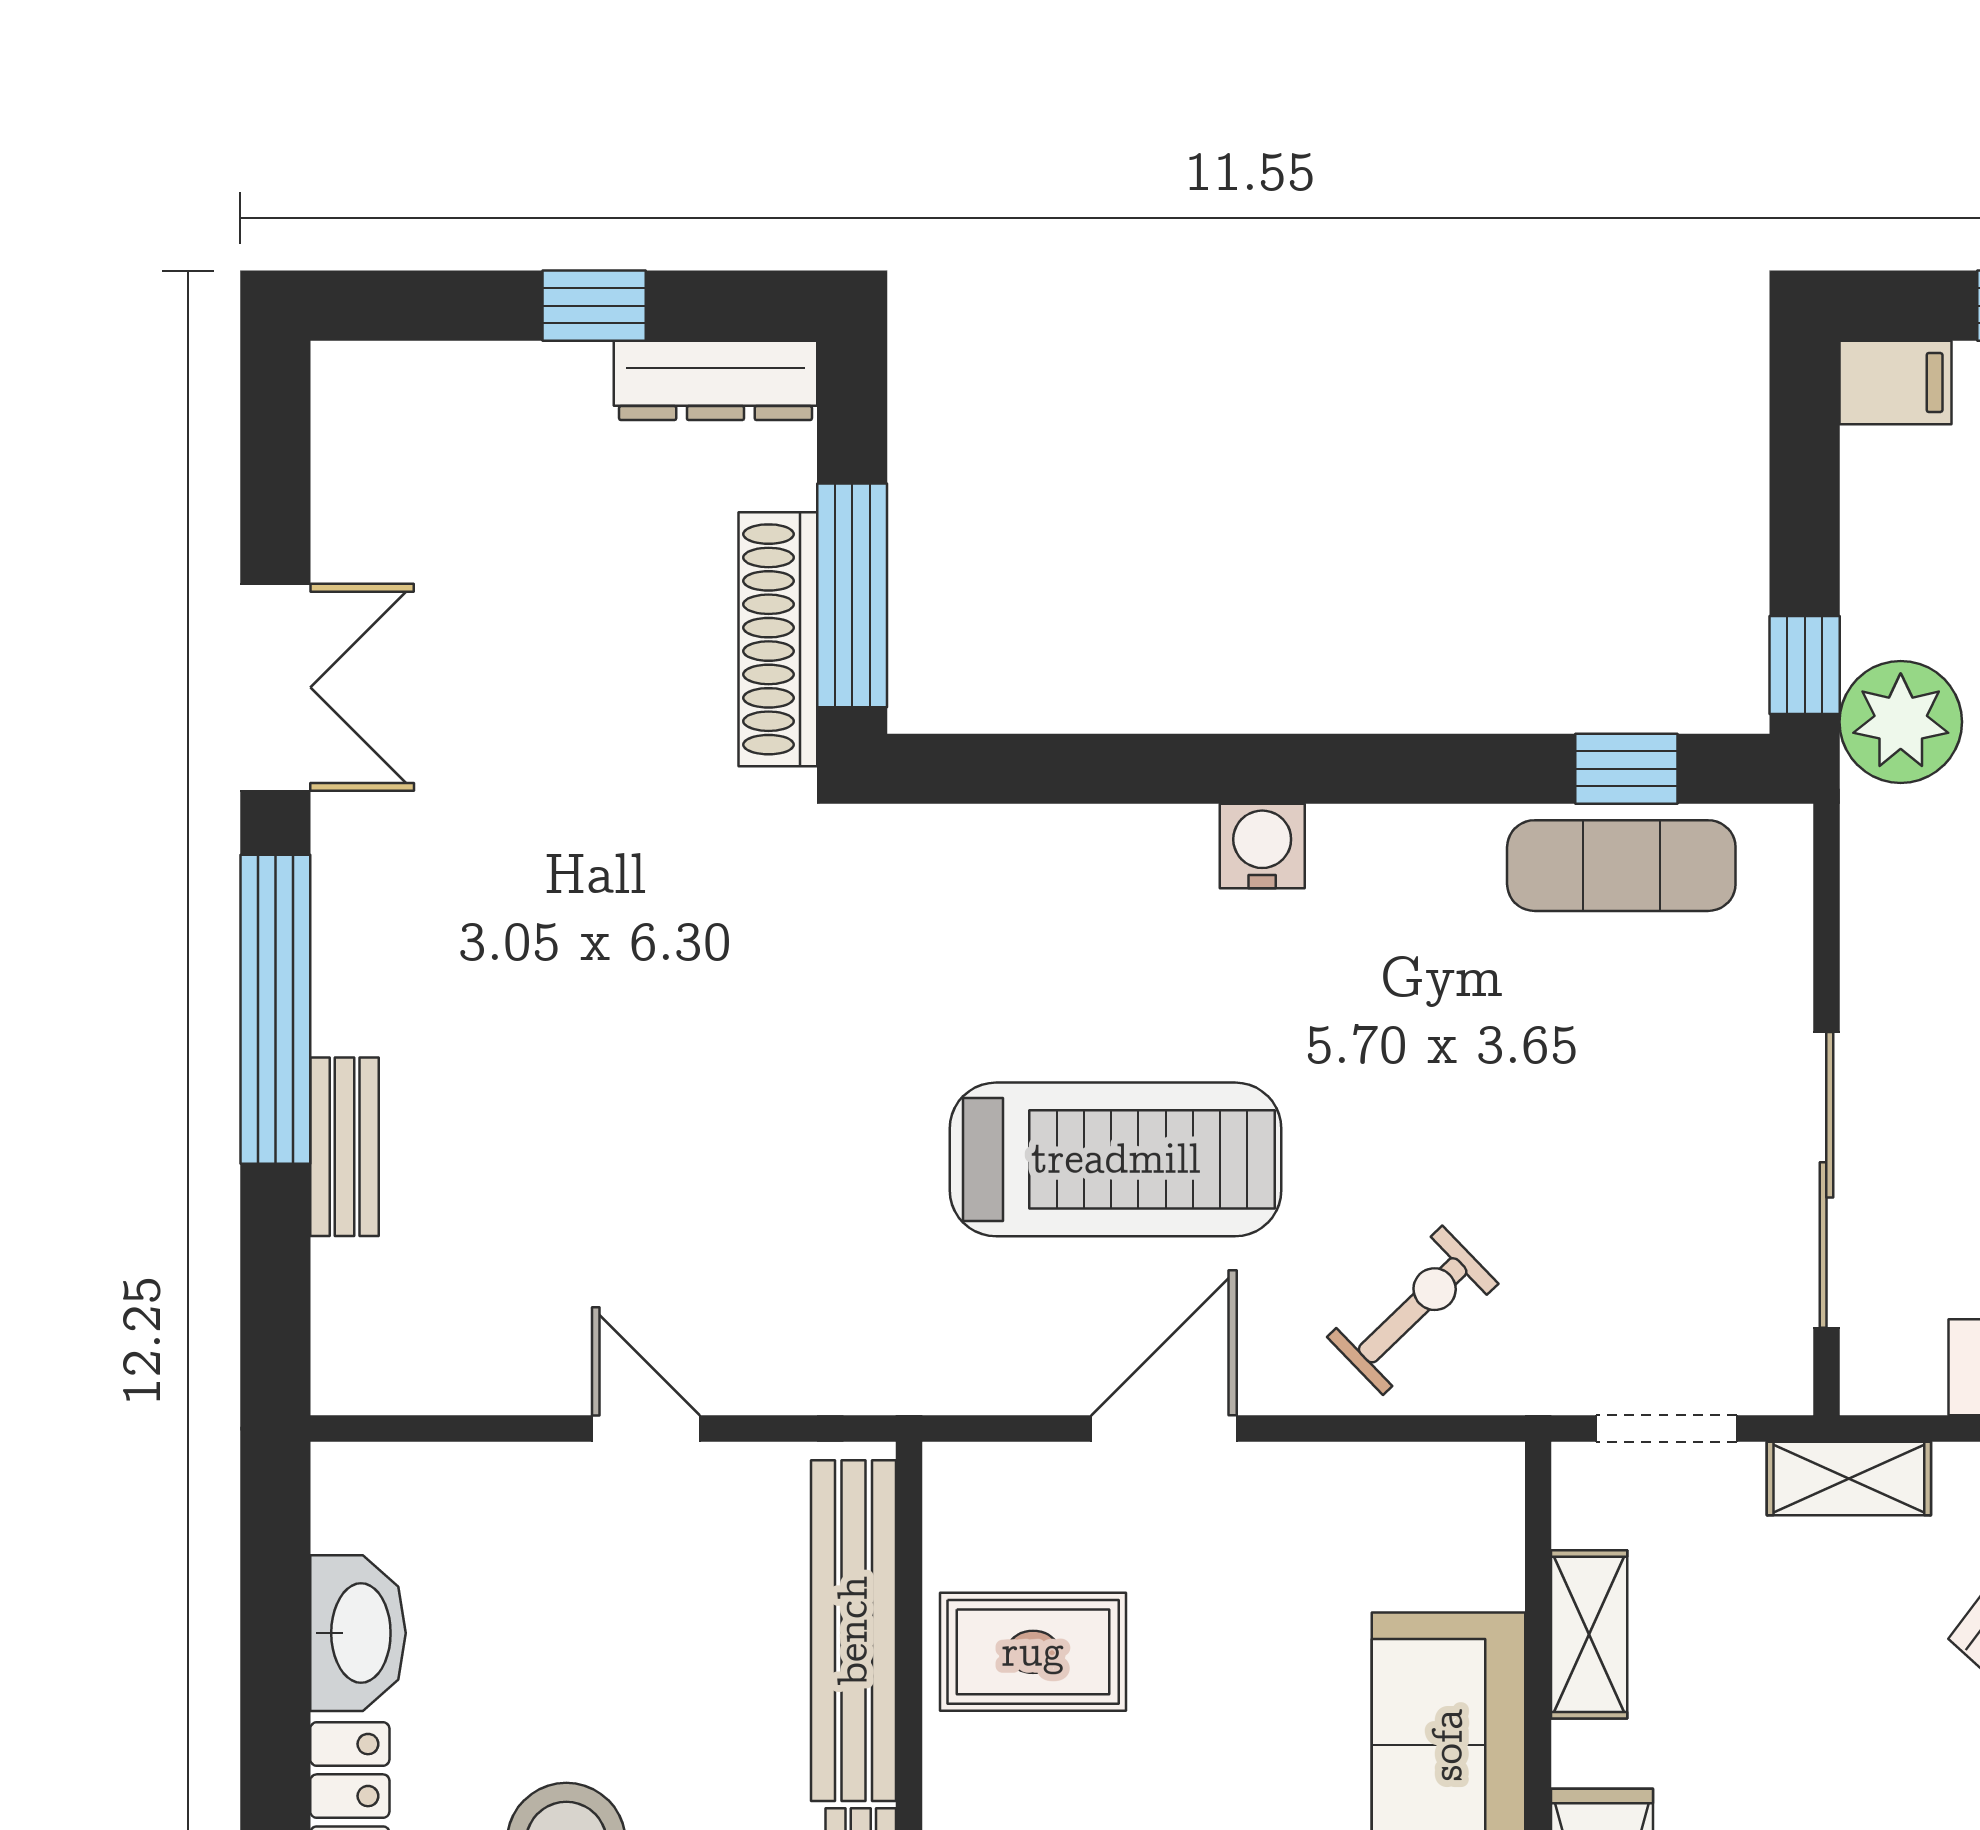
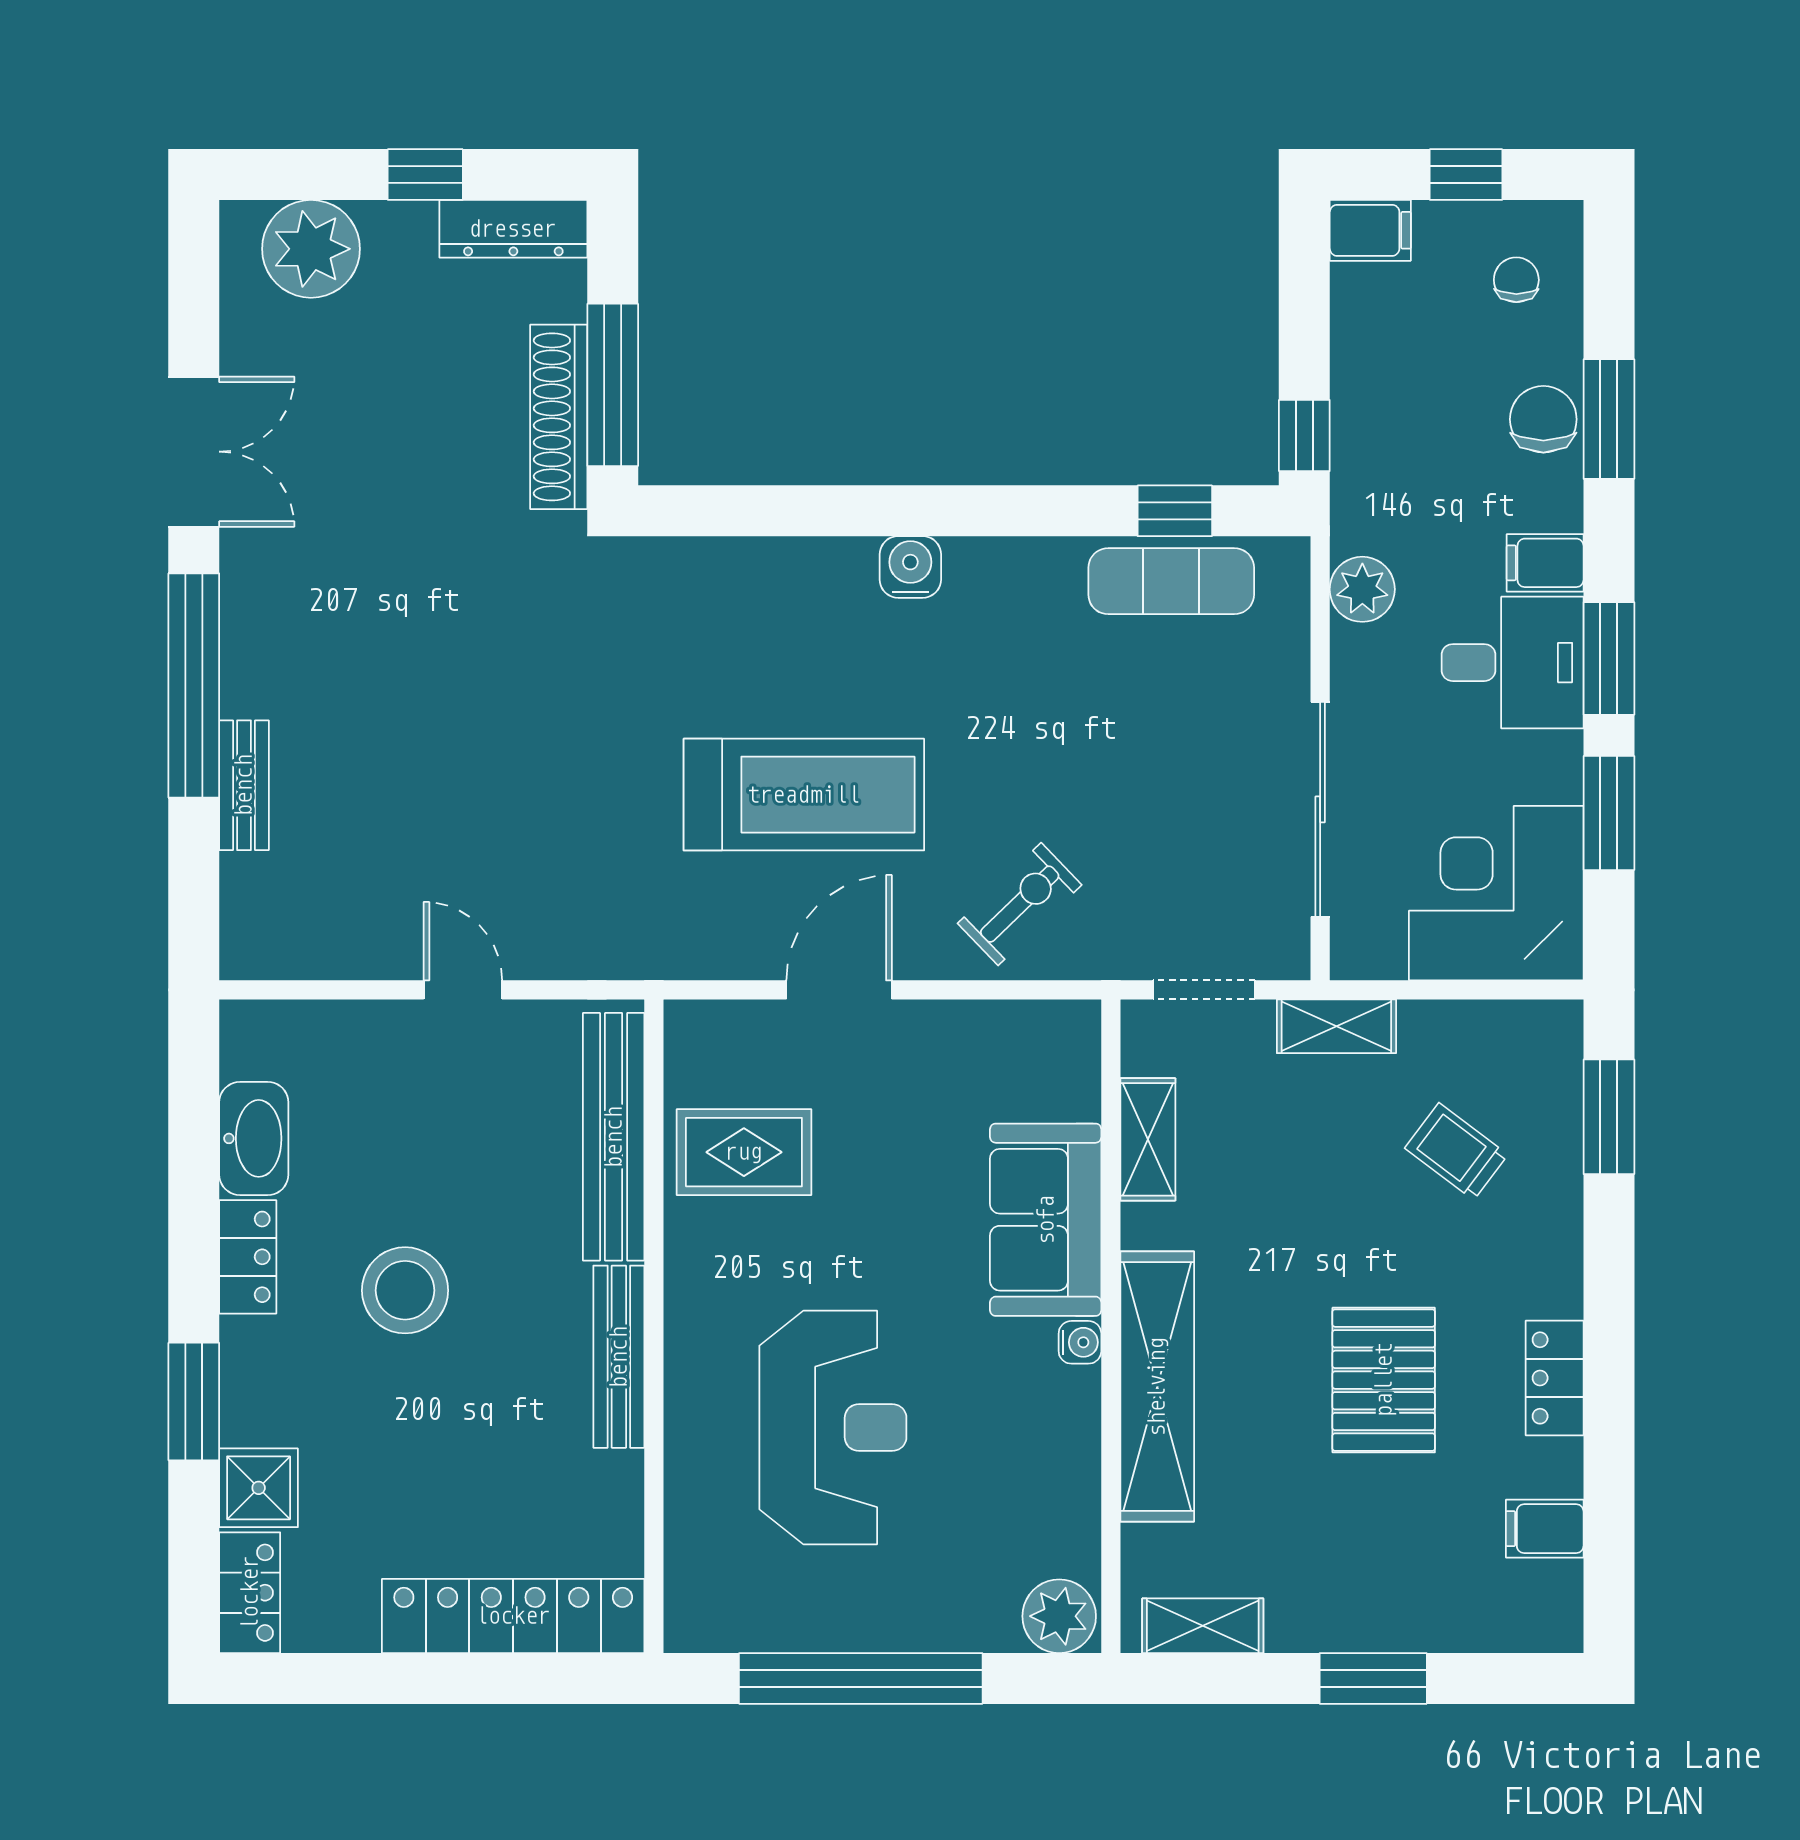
plant: (437, 408) -> (311, 249), added
plant: (1901, 722) -> (1362, 589), moved, width x0.73, depth x0.73

